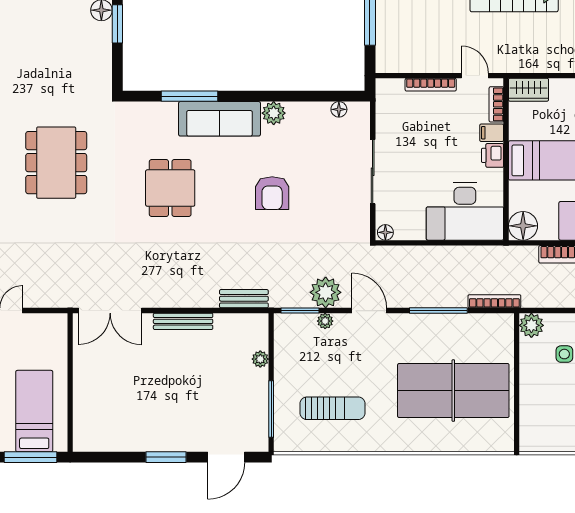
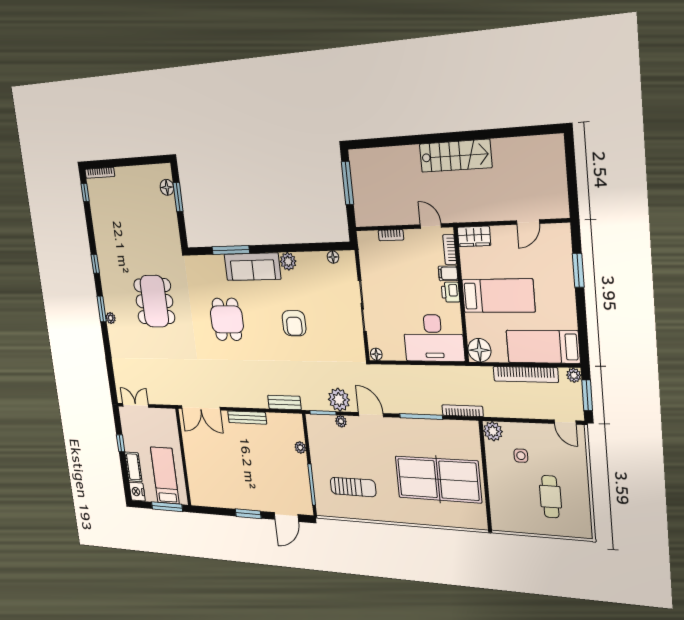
bookcase: (431, 85) -> (391, 235), width x0.64

